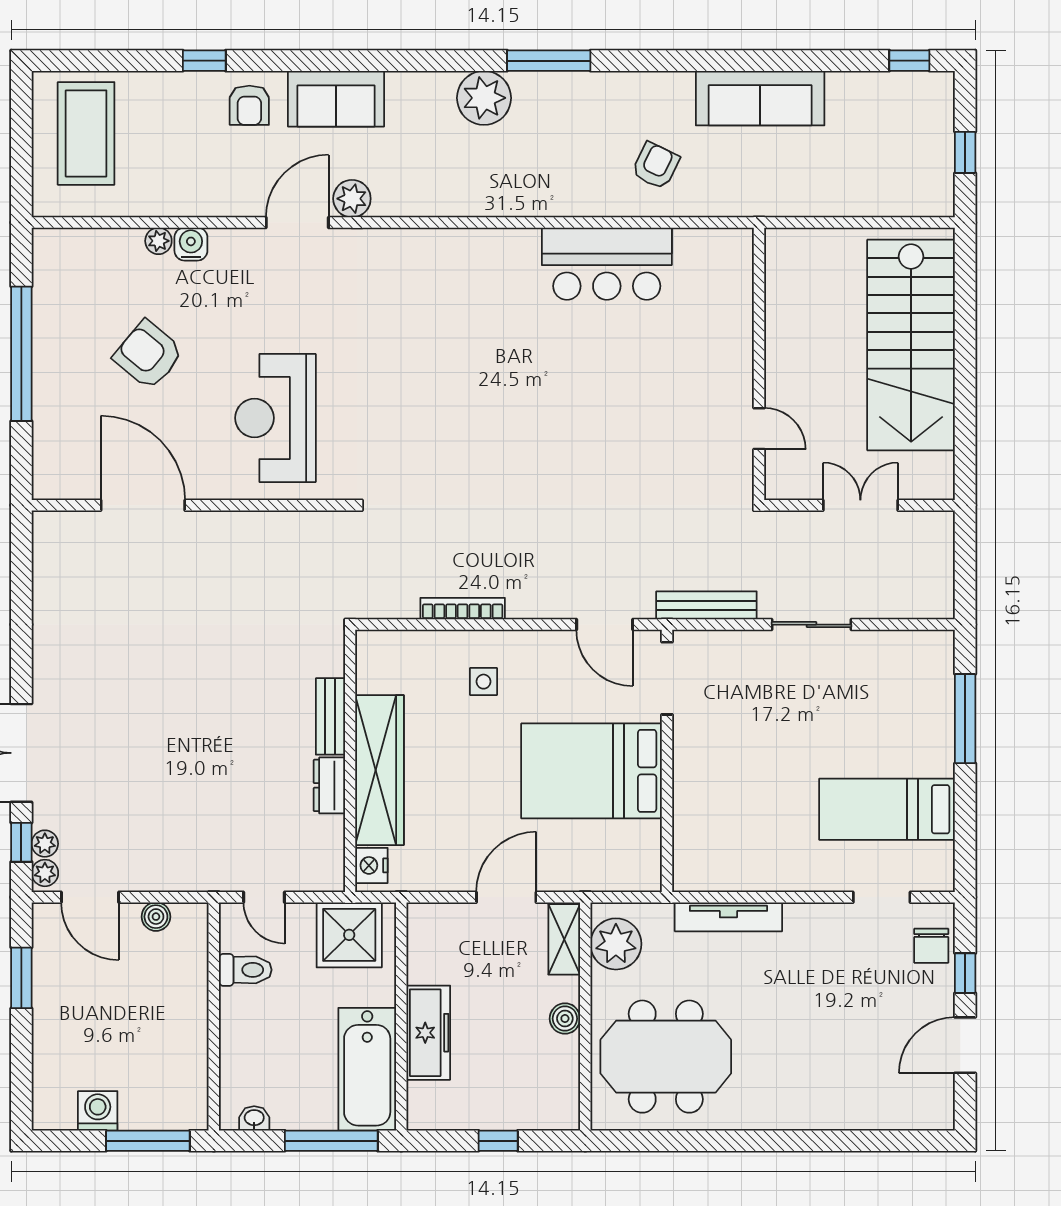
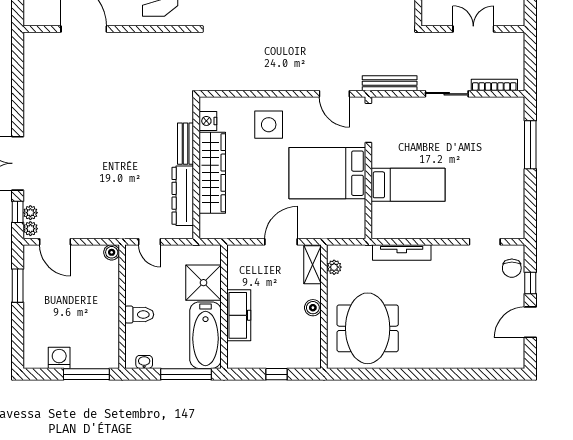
bookcase: (463, 609) -> (494, 85), moved
side table: (484, 682) -> (269, 125), width x1.87, depth x1.87
dresser: (329, 785) -> (183, 196), width x1.96, depth x1.24
bed: (887, 809) -> (408, 185), moved, turned 180
nightstand: (371, 865) -> (208, 121), moved
boiler: (156, 917) -> (112, 252), moved
shower: (349, 935) -> (204, 283), moved
plant: (616, 944) -> (334, 267), width x0.53, depth x0.53
toilet: (245, 970) -> (139, 315), moved
meeting table: (666, 1057) -> (368, 328), turned 90

